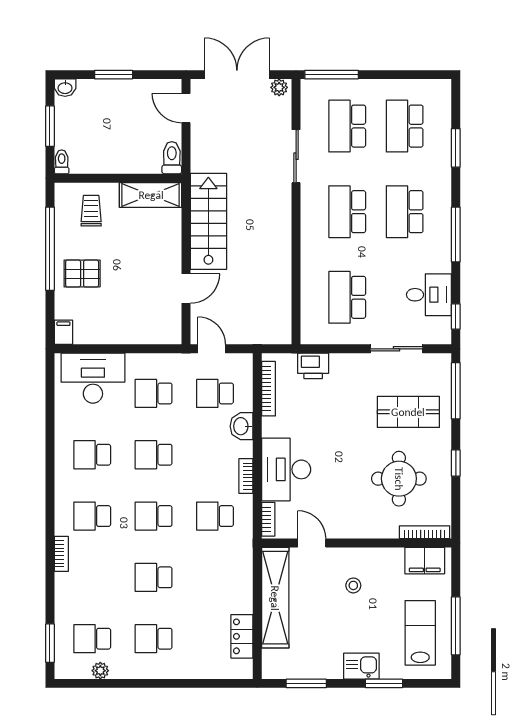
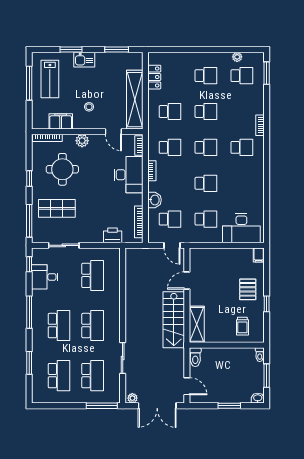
shelving: (151, 195) -> (197, 324), moved, turned 90
window: (50, 249) -> (267, 304), width x0.32
pallet: (82, 274) -> (248, 289), turned 90
school desk: (92, 455) -> (170, 112), moved
plant: (365, 528) -> (82, 141), added
filing cabinet: (425, 561) -> (61, 121), moved

